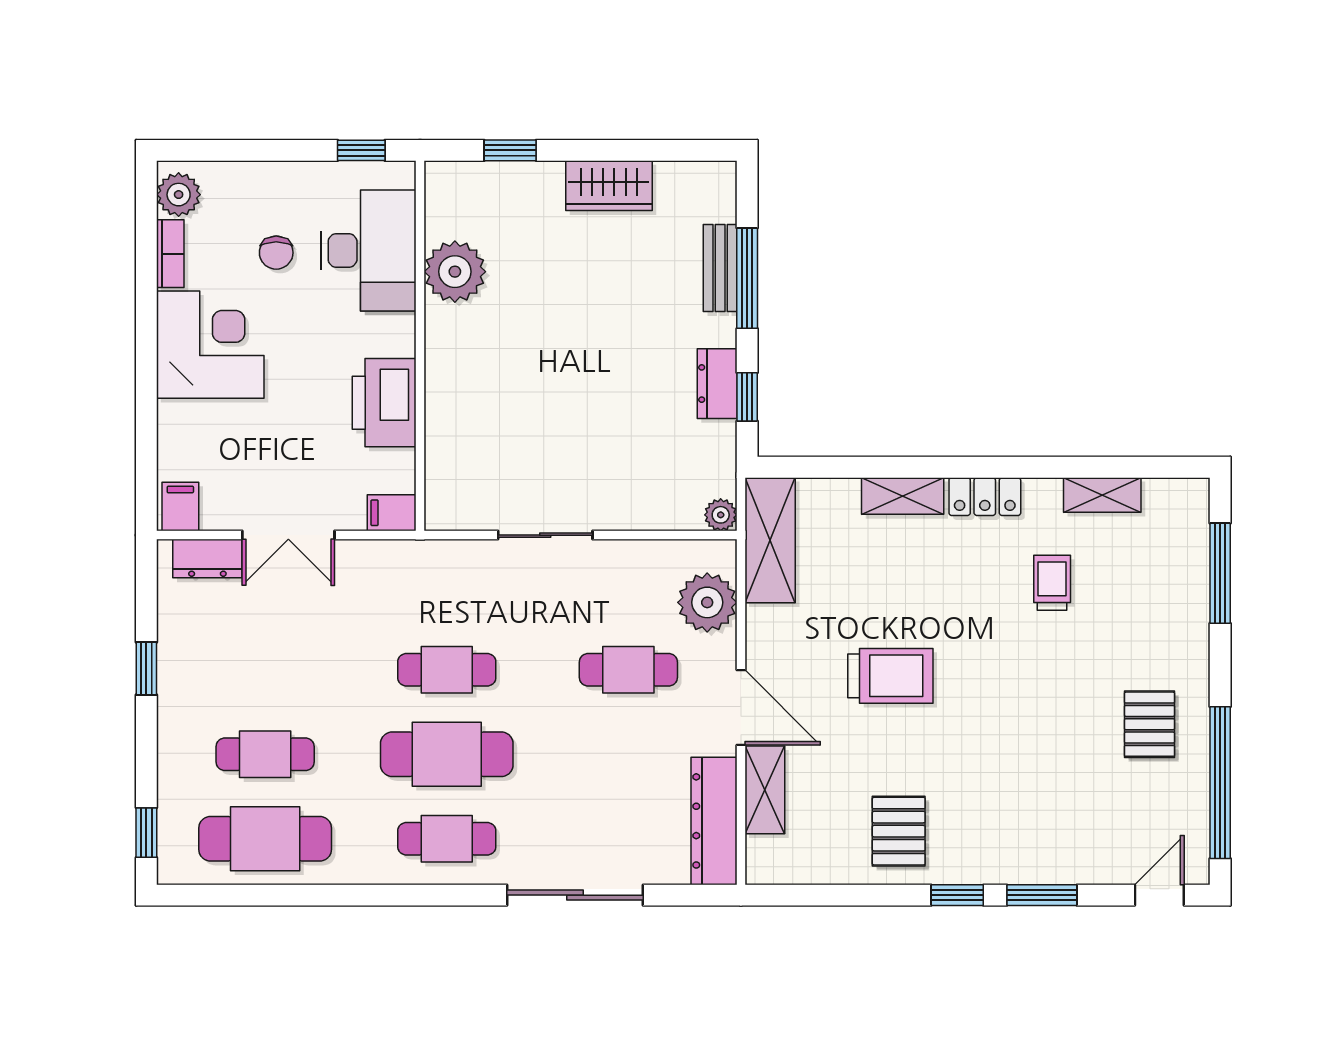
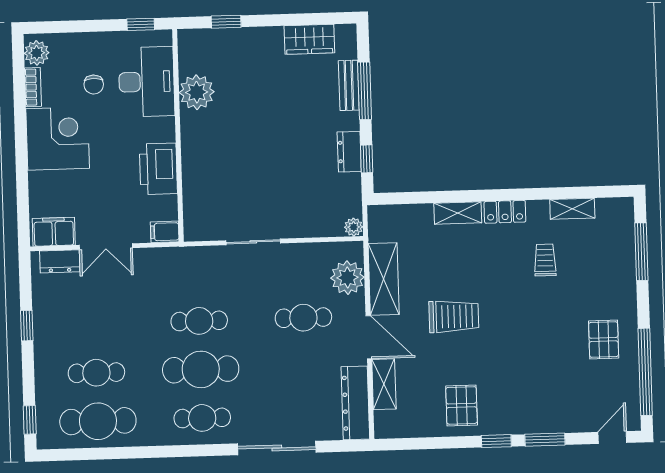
wardrobe: (609, 186) -> (309, 39), moved
filing cabinet: (180, 507) -> (54, 232), width x2.00
shelving: (770, 540) -> (384, 279), moved

